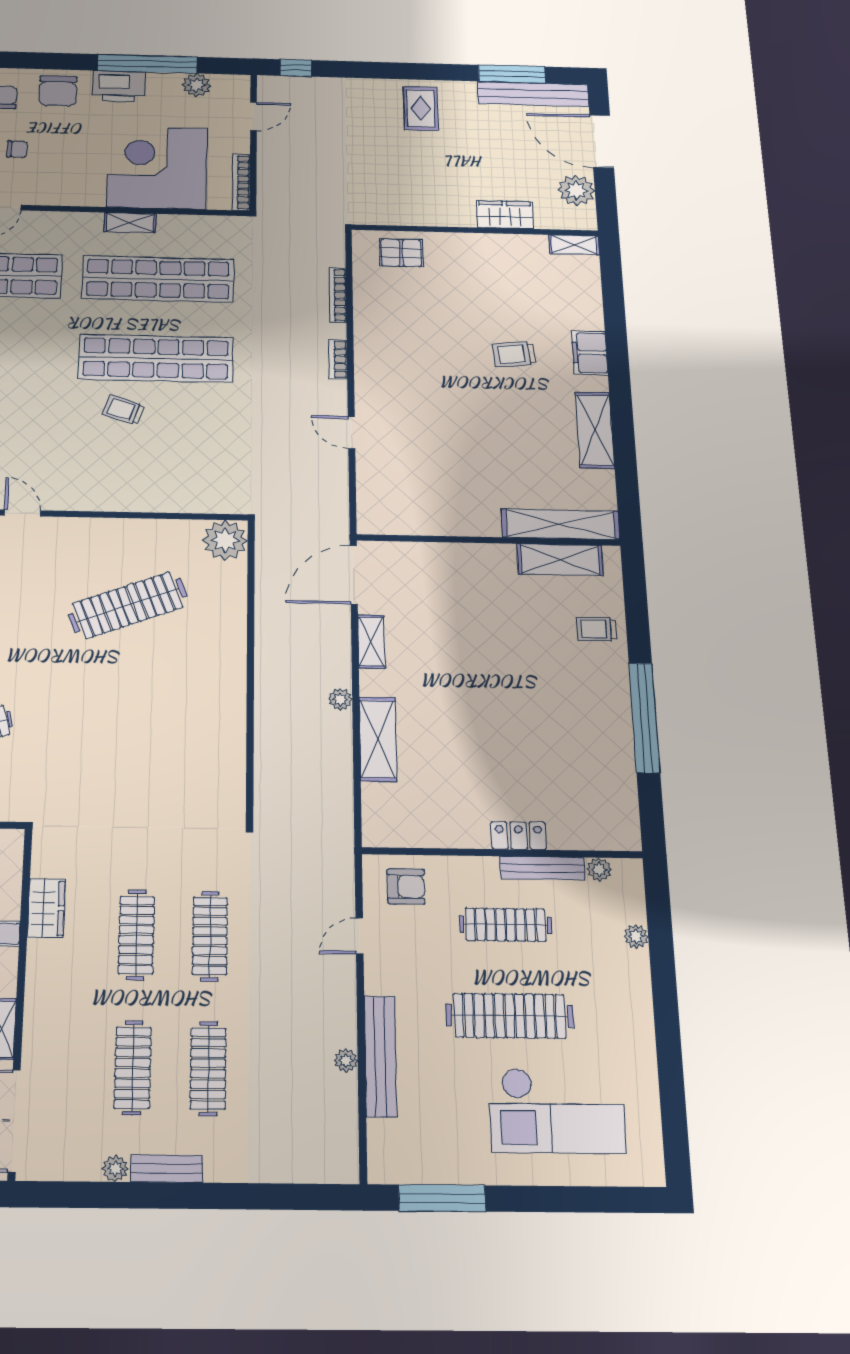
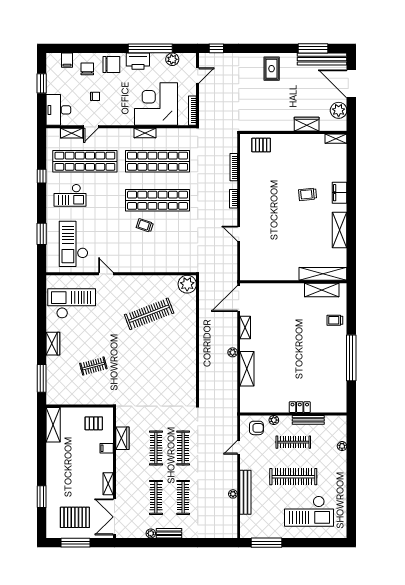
chair: (58, 91) -> (111, 65), turned -90
plant: (599, 869) -> (274, 420), moved

